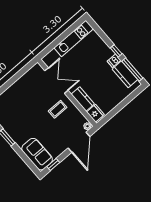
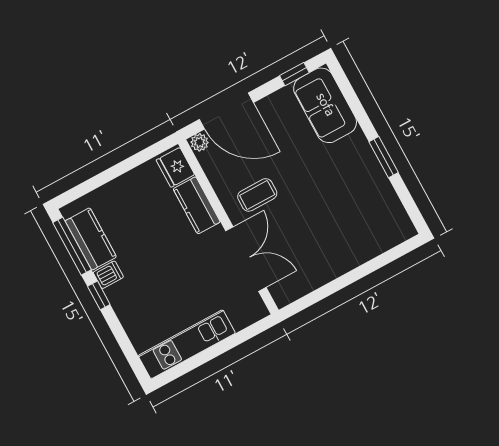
double door: (56, 81) -> (246, 259), swing flipped
door: (79, 142) -> (226, 111), swing flipped

